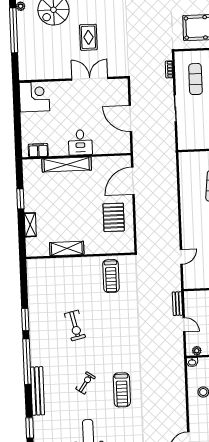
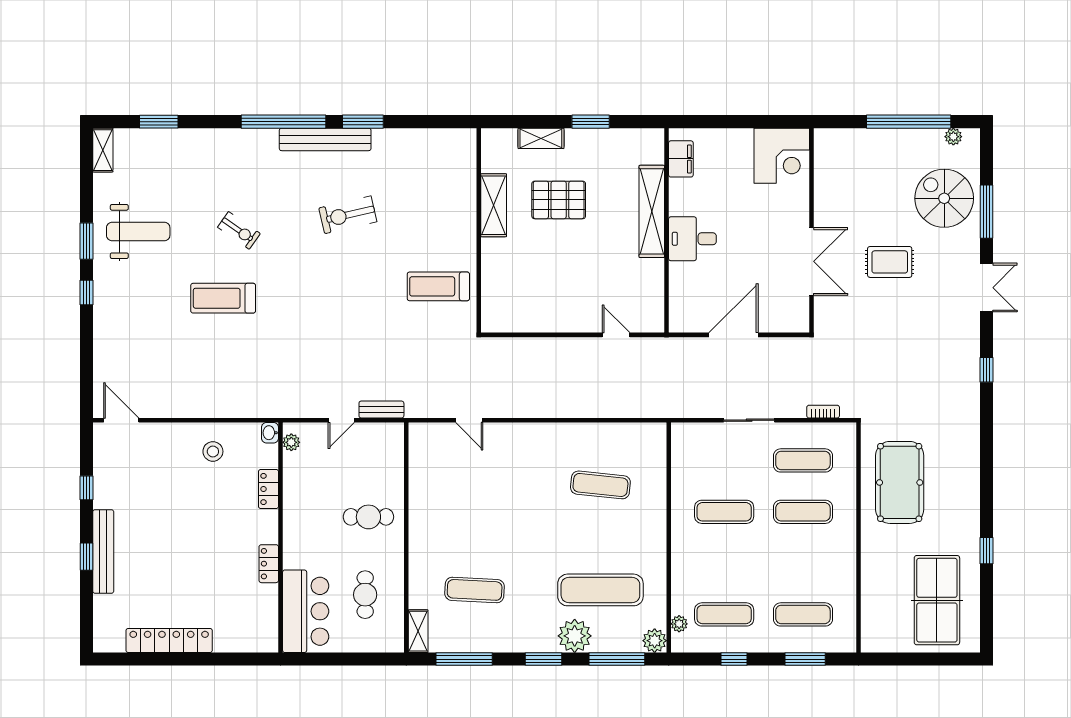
door: (133, 181) -> (616, 335), width x0.53
pallet: (114, 217) -> (559, 200), moved
bench: (38, 391) -> (325, 139), moved

